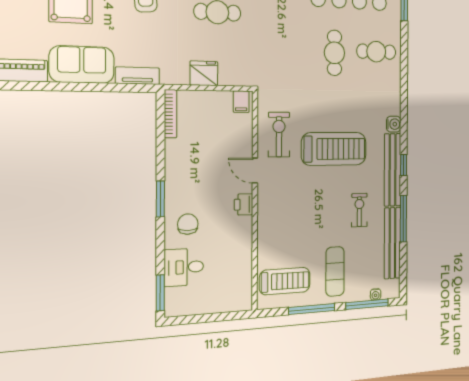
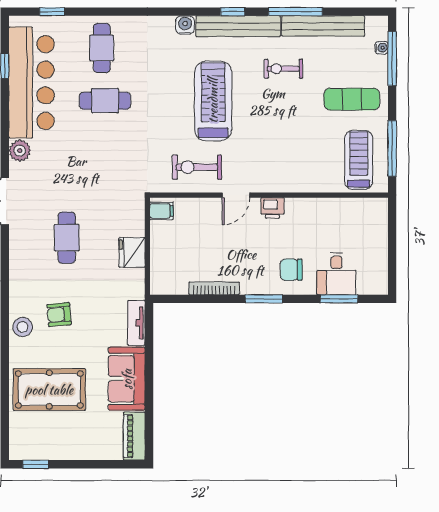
bookcase: (170, 114) -> (214, 288), moved
window: (160, 293) -> (339, 299), moved
window: (312, 309) -> (392, 148), moved

